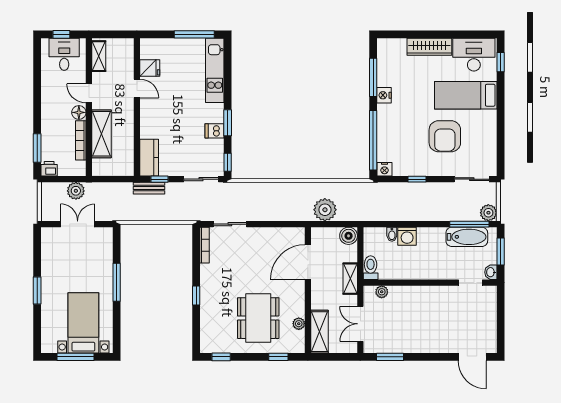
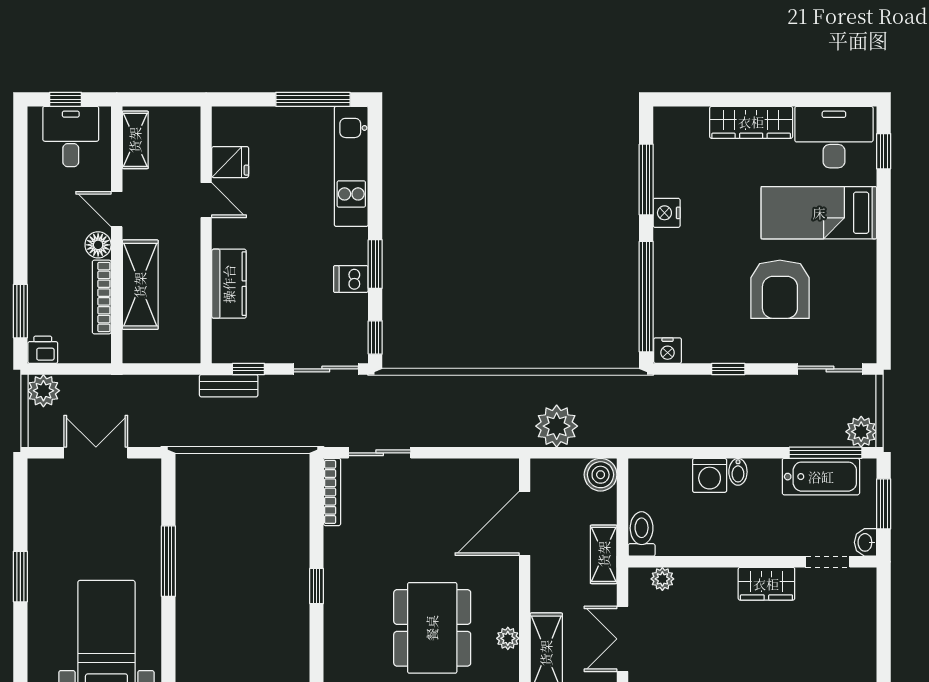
kitchen counter: (149, 158) -> (229, 284), moved
plant: (76, 191) -> (43, 391), moved
bidet: (392, 234) -> (738, 472), moved
wardrobe: (438, 294) -> (766, 584), added

